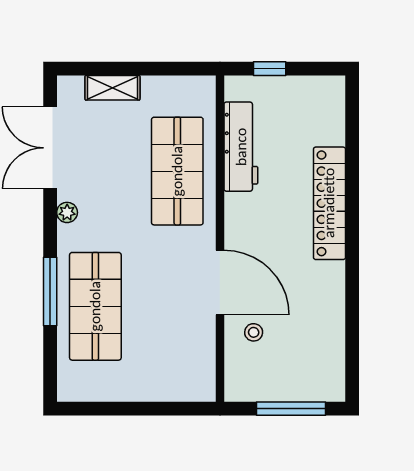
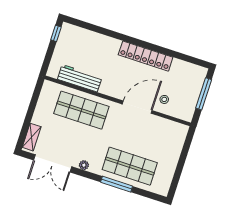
window: (270, 69) -> (56, 33), moved
shelving: (112, 88) -> (32, 137), moved
locker: (329, 203) -> (146, 56), moved

